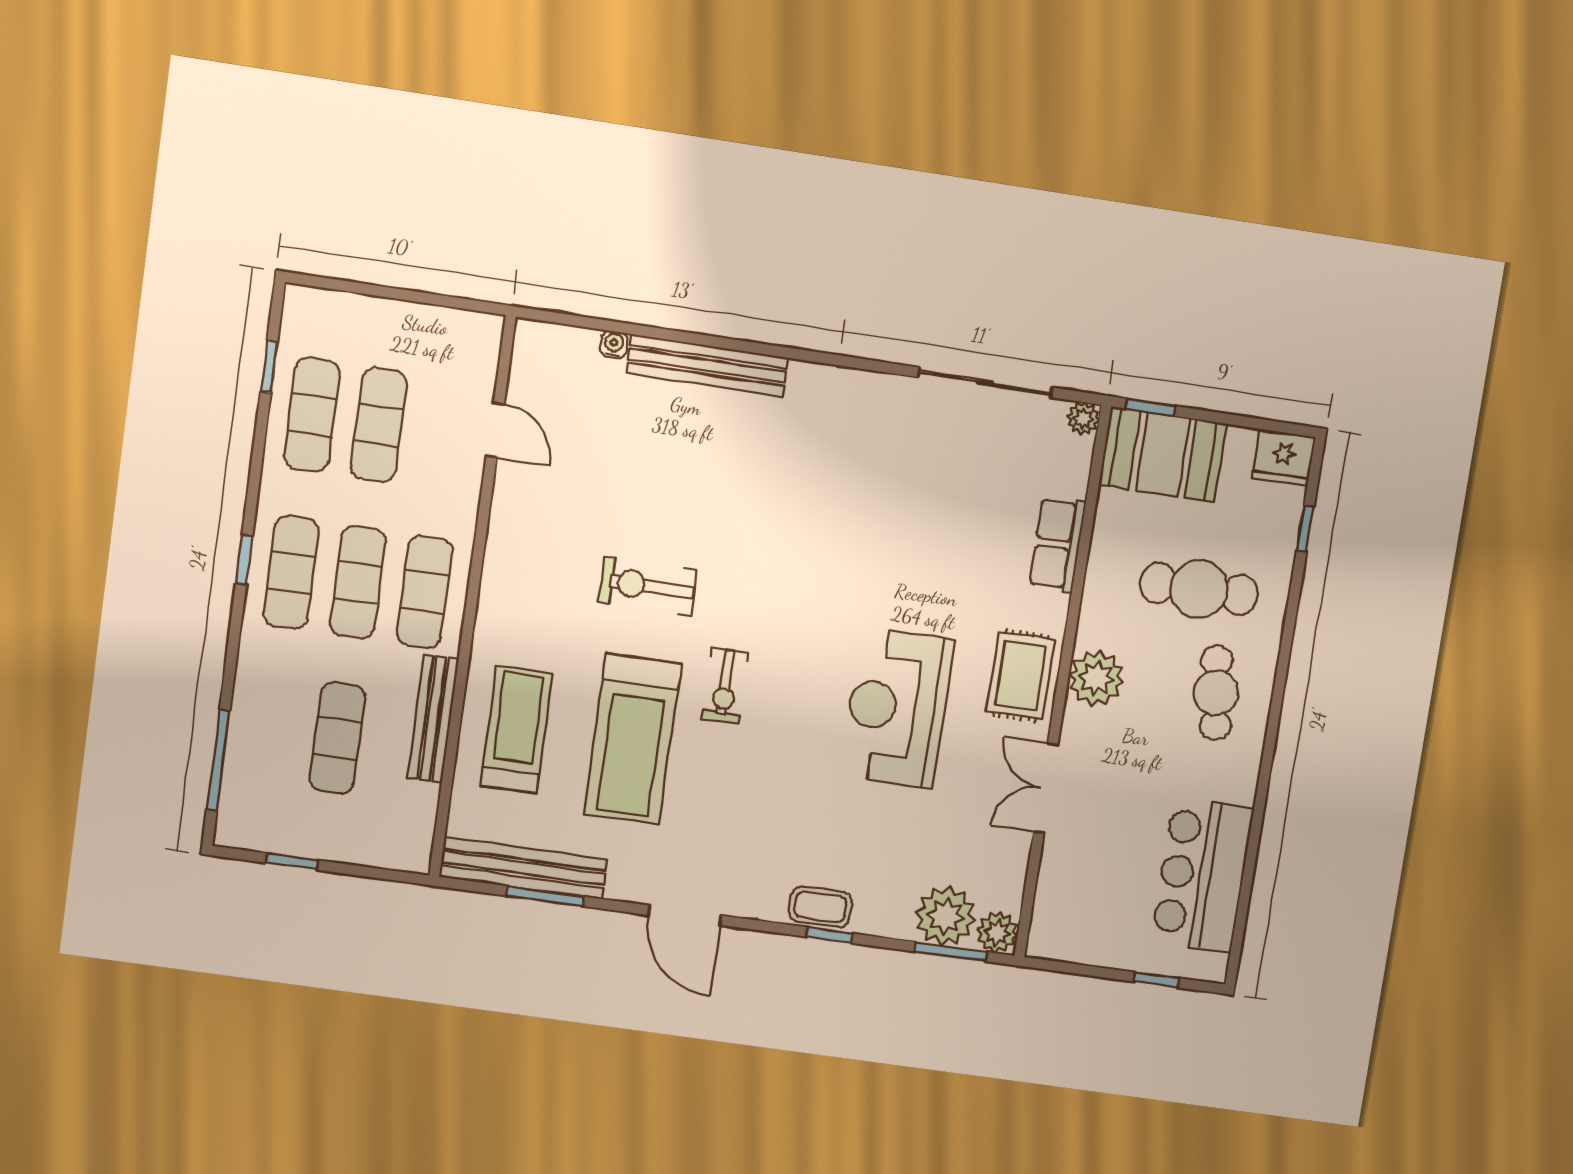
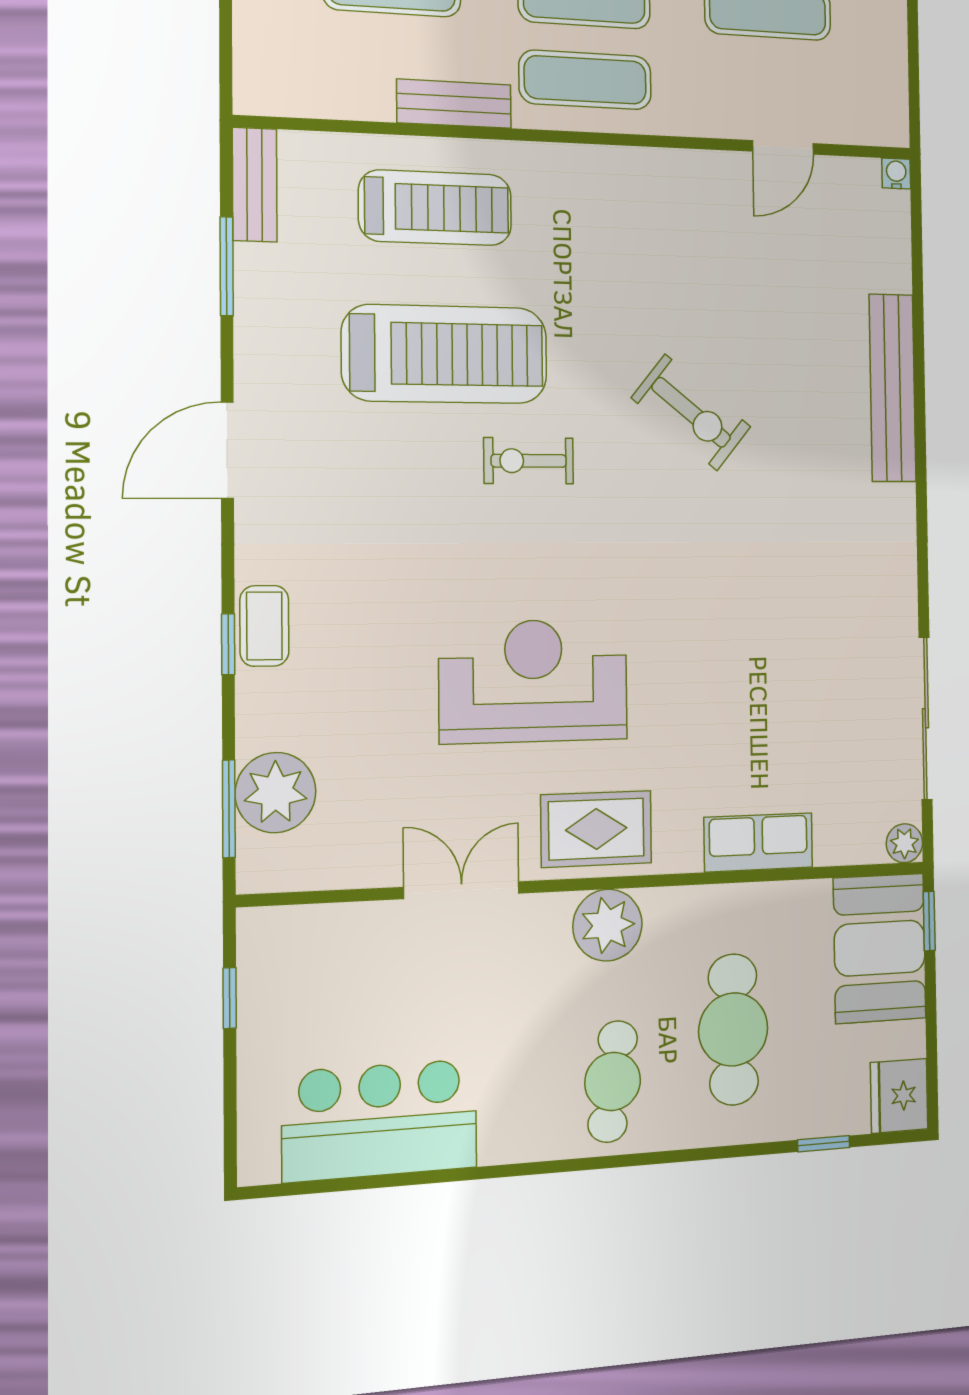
water cooler: (614, 344) -> (896, 174), moved, turned -90
exercise bike: (648, 586) -> (691, 412), moved, turned 129
cafe table: (1216, 693) -> (613, 1081), turned -74
bench: (433, 719) -> (454, 104), width x0.73
treadmill: (633, 739) -> (445, 354), turned 180
bench: (523, 868) -> (255, 185), width x0.54, depth x0.82
plant: (997, 933) -> (264, 865), removed
window: (1156, 980) -> (230, 998), moved

